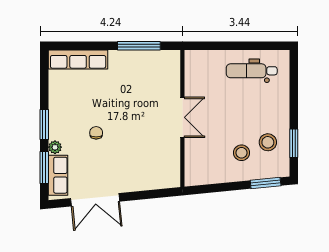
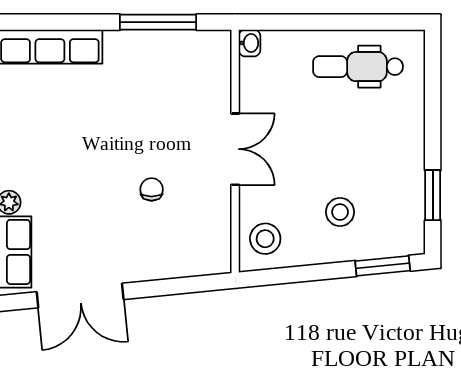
washbasin: (191, 57) -> (250, 43), added
chair: (96, 133) -> (152, 189), moved
stool: (268, 142) -> (265, 239), moved

